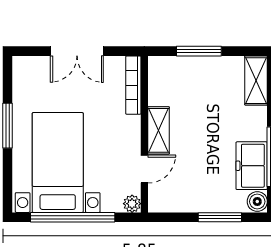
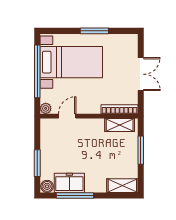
double door: (77, 51) -> (141, 74), swing flipped
shelving: (159, 130) -> (120, 125), moved
door: (144, 169) -> (67, 116), swing flipped

